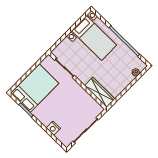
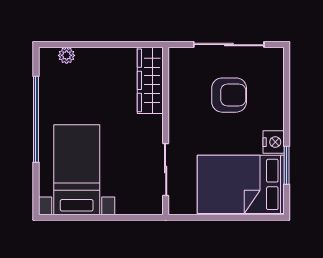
armchair: (69, 114) -> (229, 95), added
nightstand: (53, 128) -> (274, 142), moved

